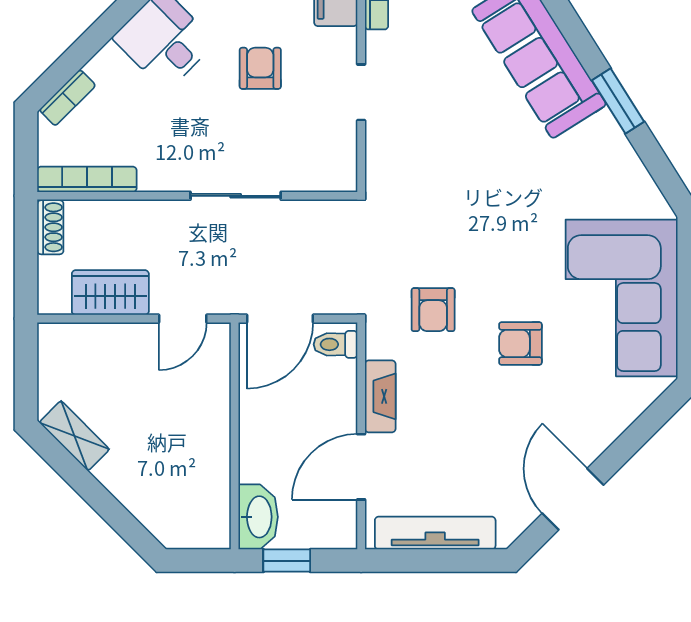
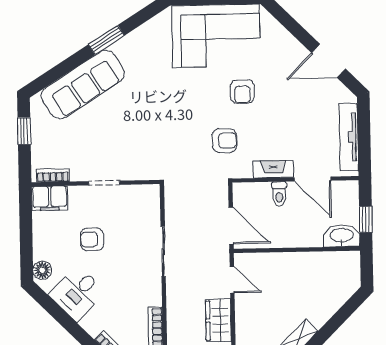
toilet: (336, 344) -> (279, 194), moved

